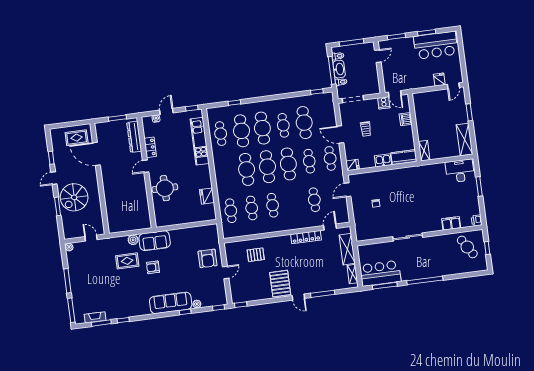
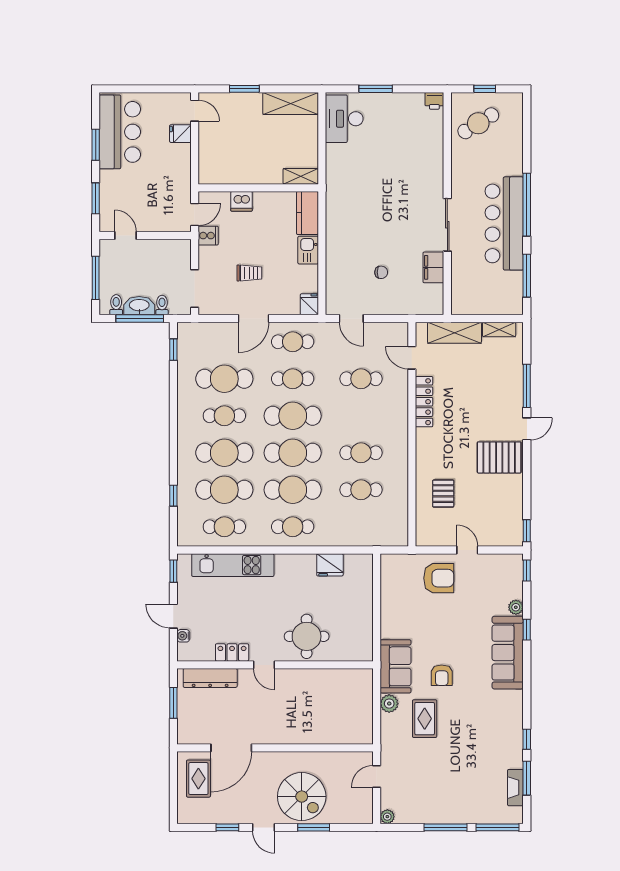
cafe table: (231, 211) -> (293, 527), moved
filing cabinet: (451, 223) -> (433, 267), moved
bar counter: (380, 273) -> (504, 223), moved, width x1.36

